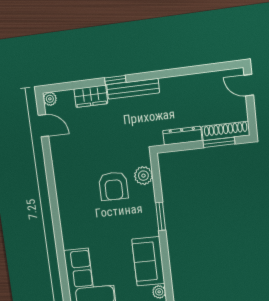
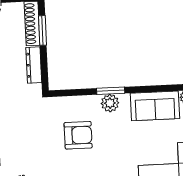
plant: (143, 176) -> (110, 103), moved

